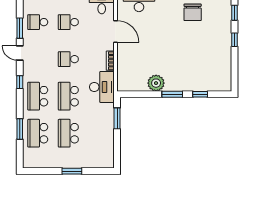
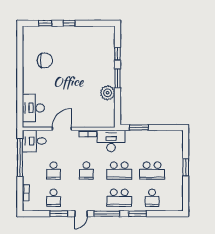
window: (20, 82) -> (107, 214), width x2.17
window: (20, 129) -> (138, 214), moved
school desk: (38, 133) -> (152, 198), width x0.54

